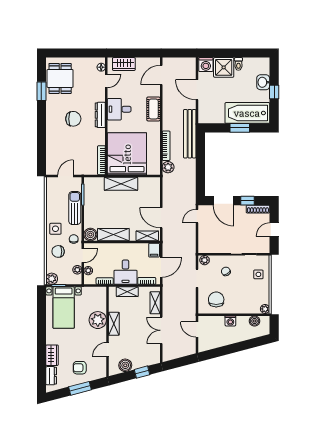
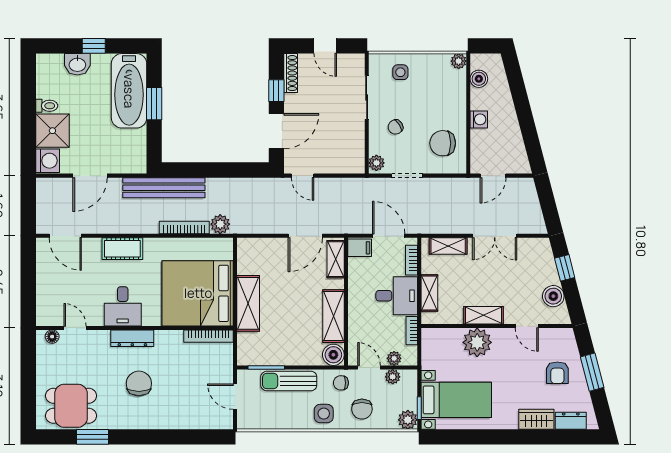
wardrobe: (124, 64) -> (47, 299), removed

